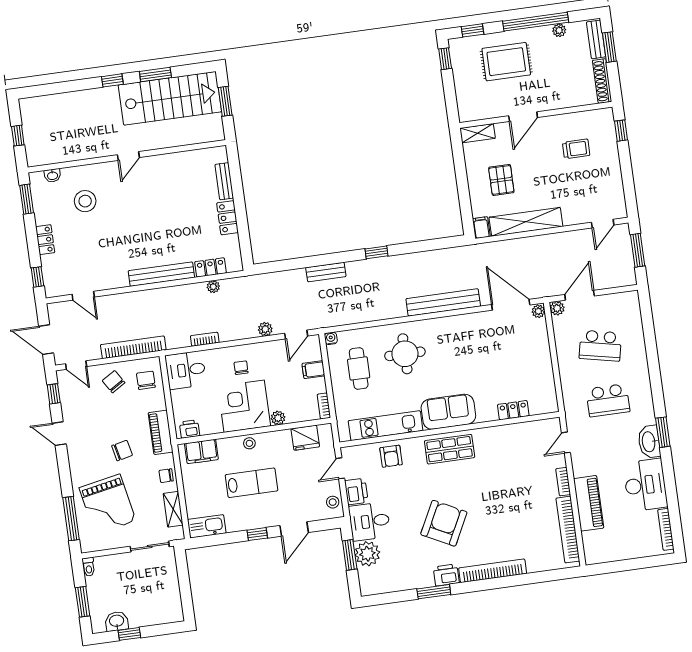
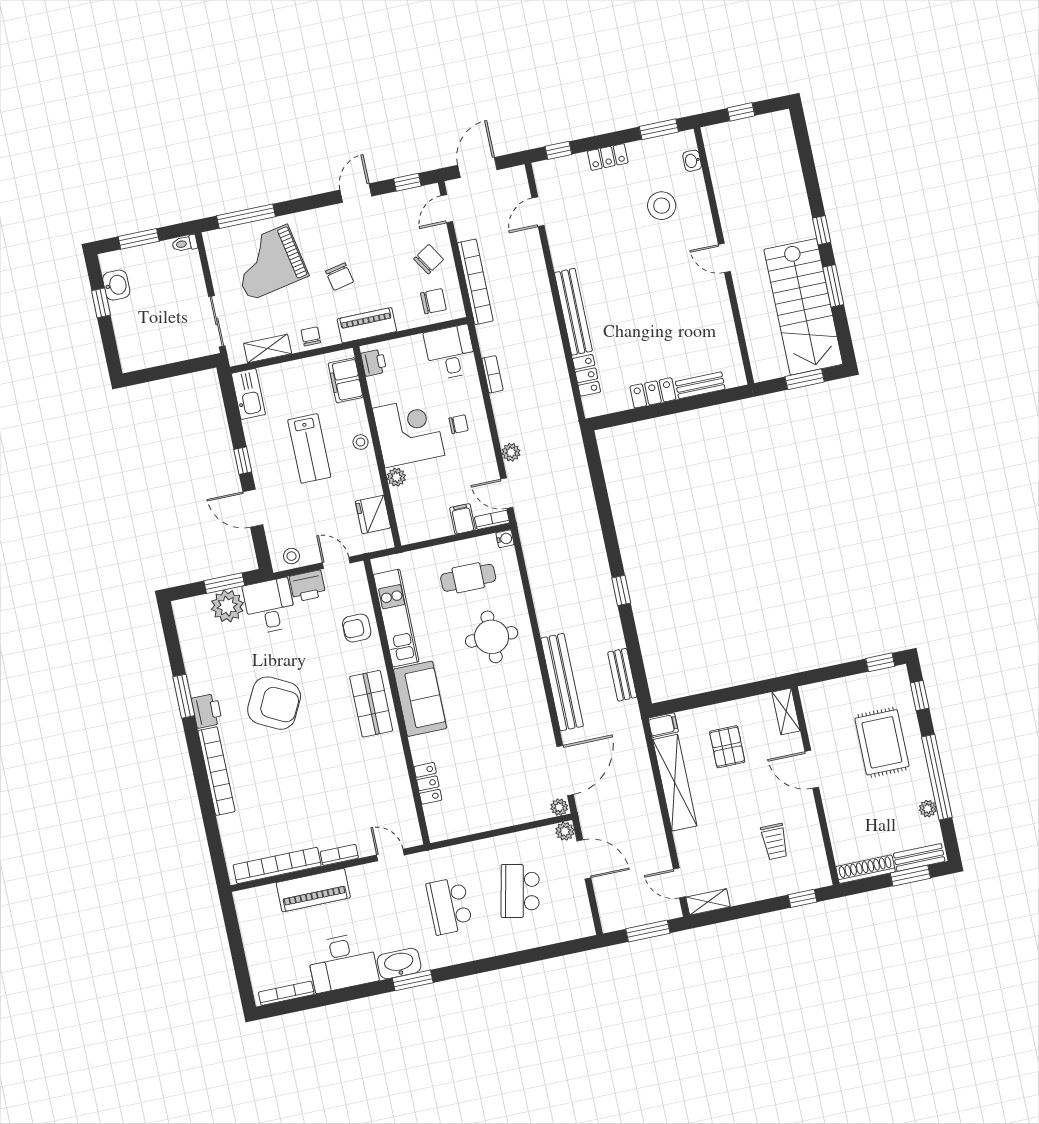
pallet: (501, 180) -> (727, 747), turned 90
shelving: (619, 203) -> (708, 902), added
bench: (326, 272) -> (622, 675), moved
plant: (213, 287) -> (562, 381), removed
bookcase: (324, 406) -> (492, 520), moved

